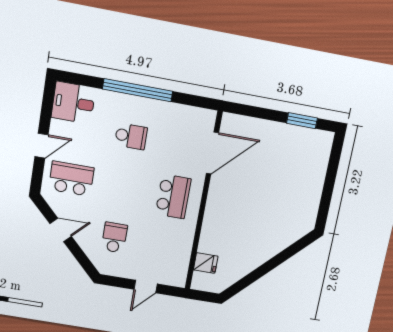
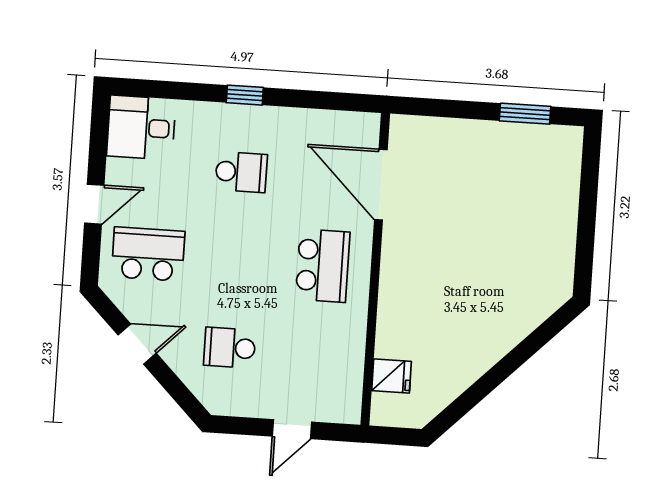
window: (138, 90) -> (245, 95), width x0.32
door: (212, 153) -> (381, 185), swing flipped
school desk: (114, 238) -> (230, 348), turned -90

